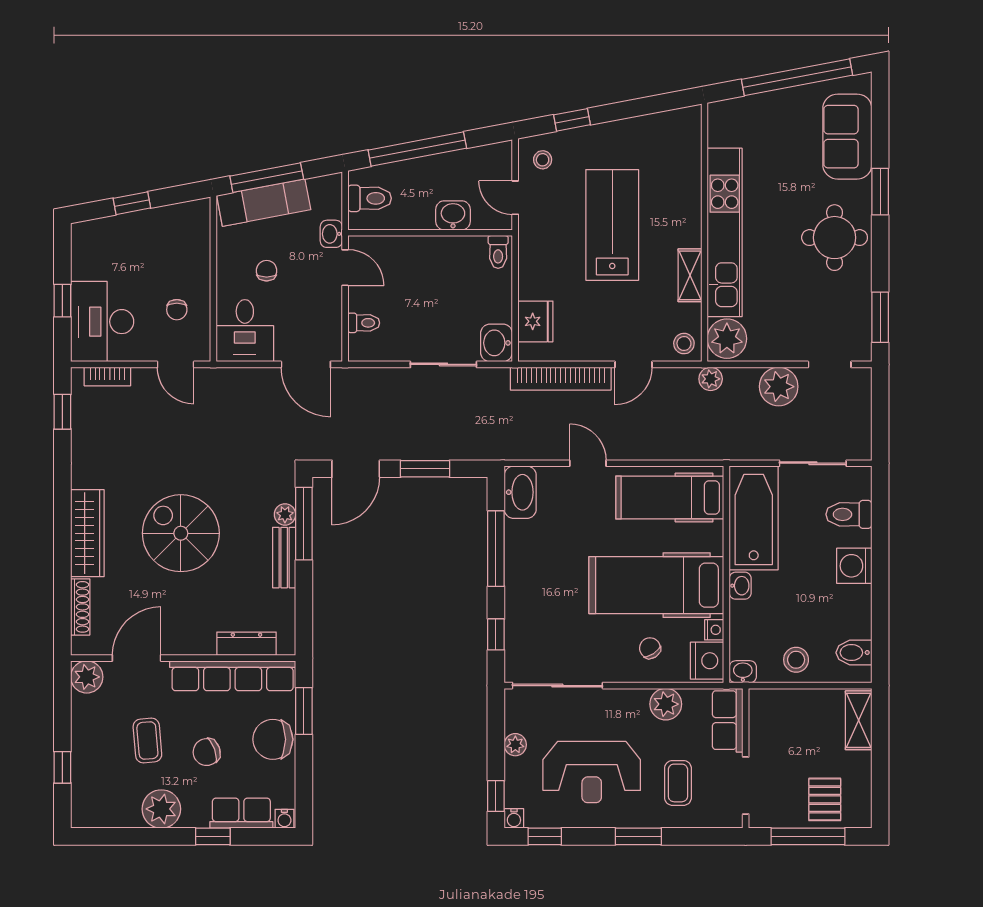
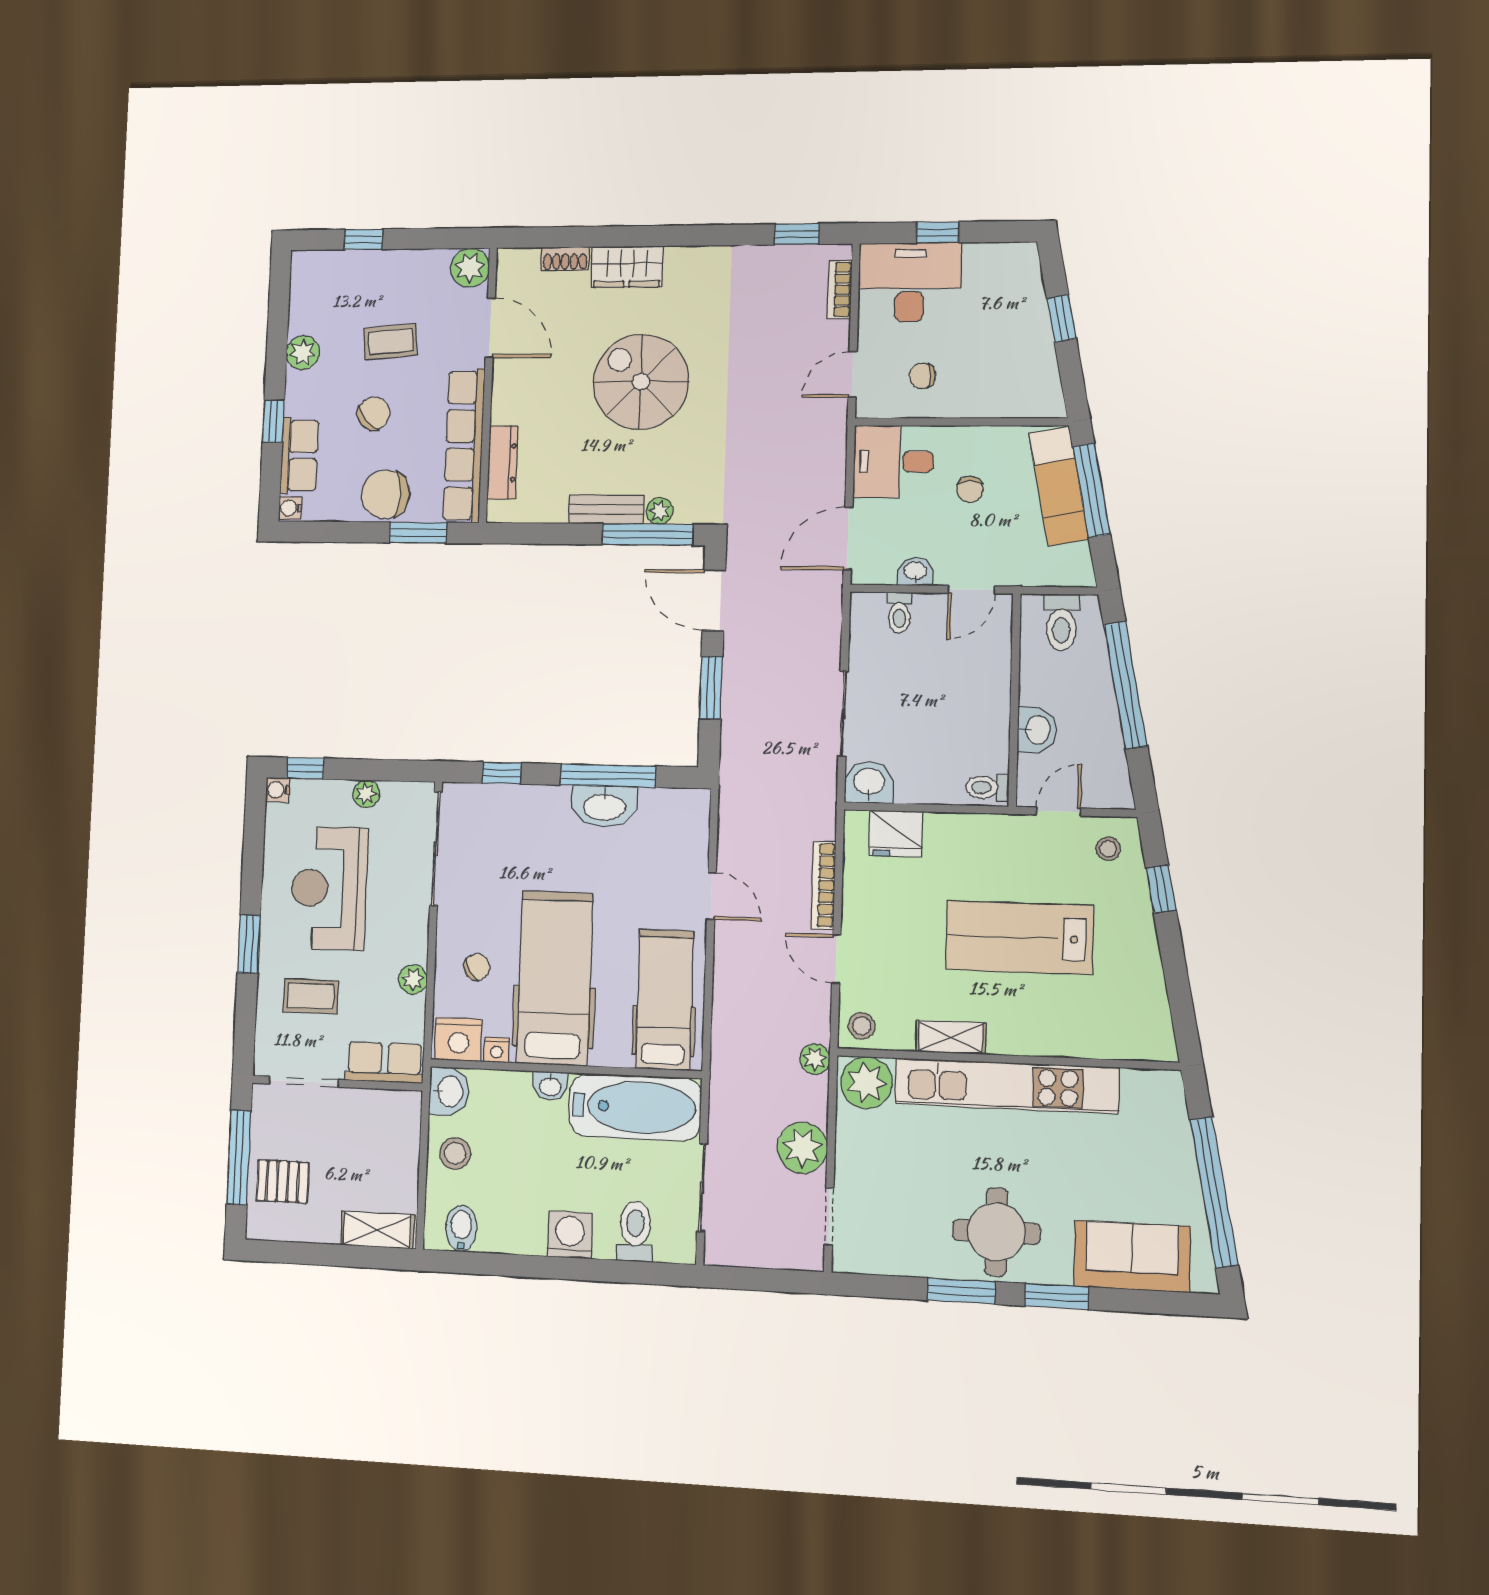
lab bench: (612, 225) -> (1020, 938), turned 180
washbasin: (331, 234) -> (915, 571), moved
chair: (267, 271) -> (970, 489), turned 90
window: (880, 317) -> (961, 1291), moved
bookcase: (561, 379) -> (824, 885), width x0.68, depth x0.76
door: (588, 463) -> (711, 896), hinge flipped
washbasin: (520, 492) -> (604, 806), moved
wardrobe: (87, 533) -> (627, 267), width x0.67
spiral stairs: (181, 533) -> (641, 382), turned -90
shoe rack: (80, 607) -> (565, 259), width x0.70
washbasin: (743, 672) -> (449, 1091), width x1.38, depth x1.45
plant: (666, 704) -> (413, 979), width x0.73, depth x0.73
chair: (273, 739) -> (385, 494), turned -90
chair: (207, 752) -> (374, 414), turned 68
plant: (161, 809) -> (303, 353), width x0.73, depth x0.73
window: (545, 836) -> (254, 827), removed

